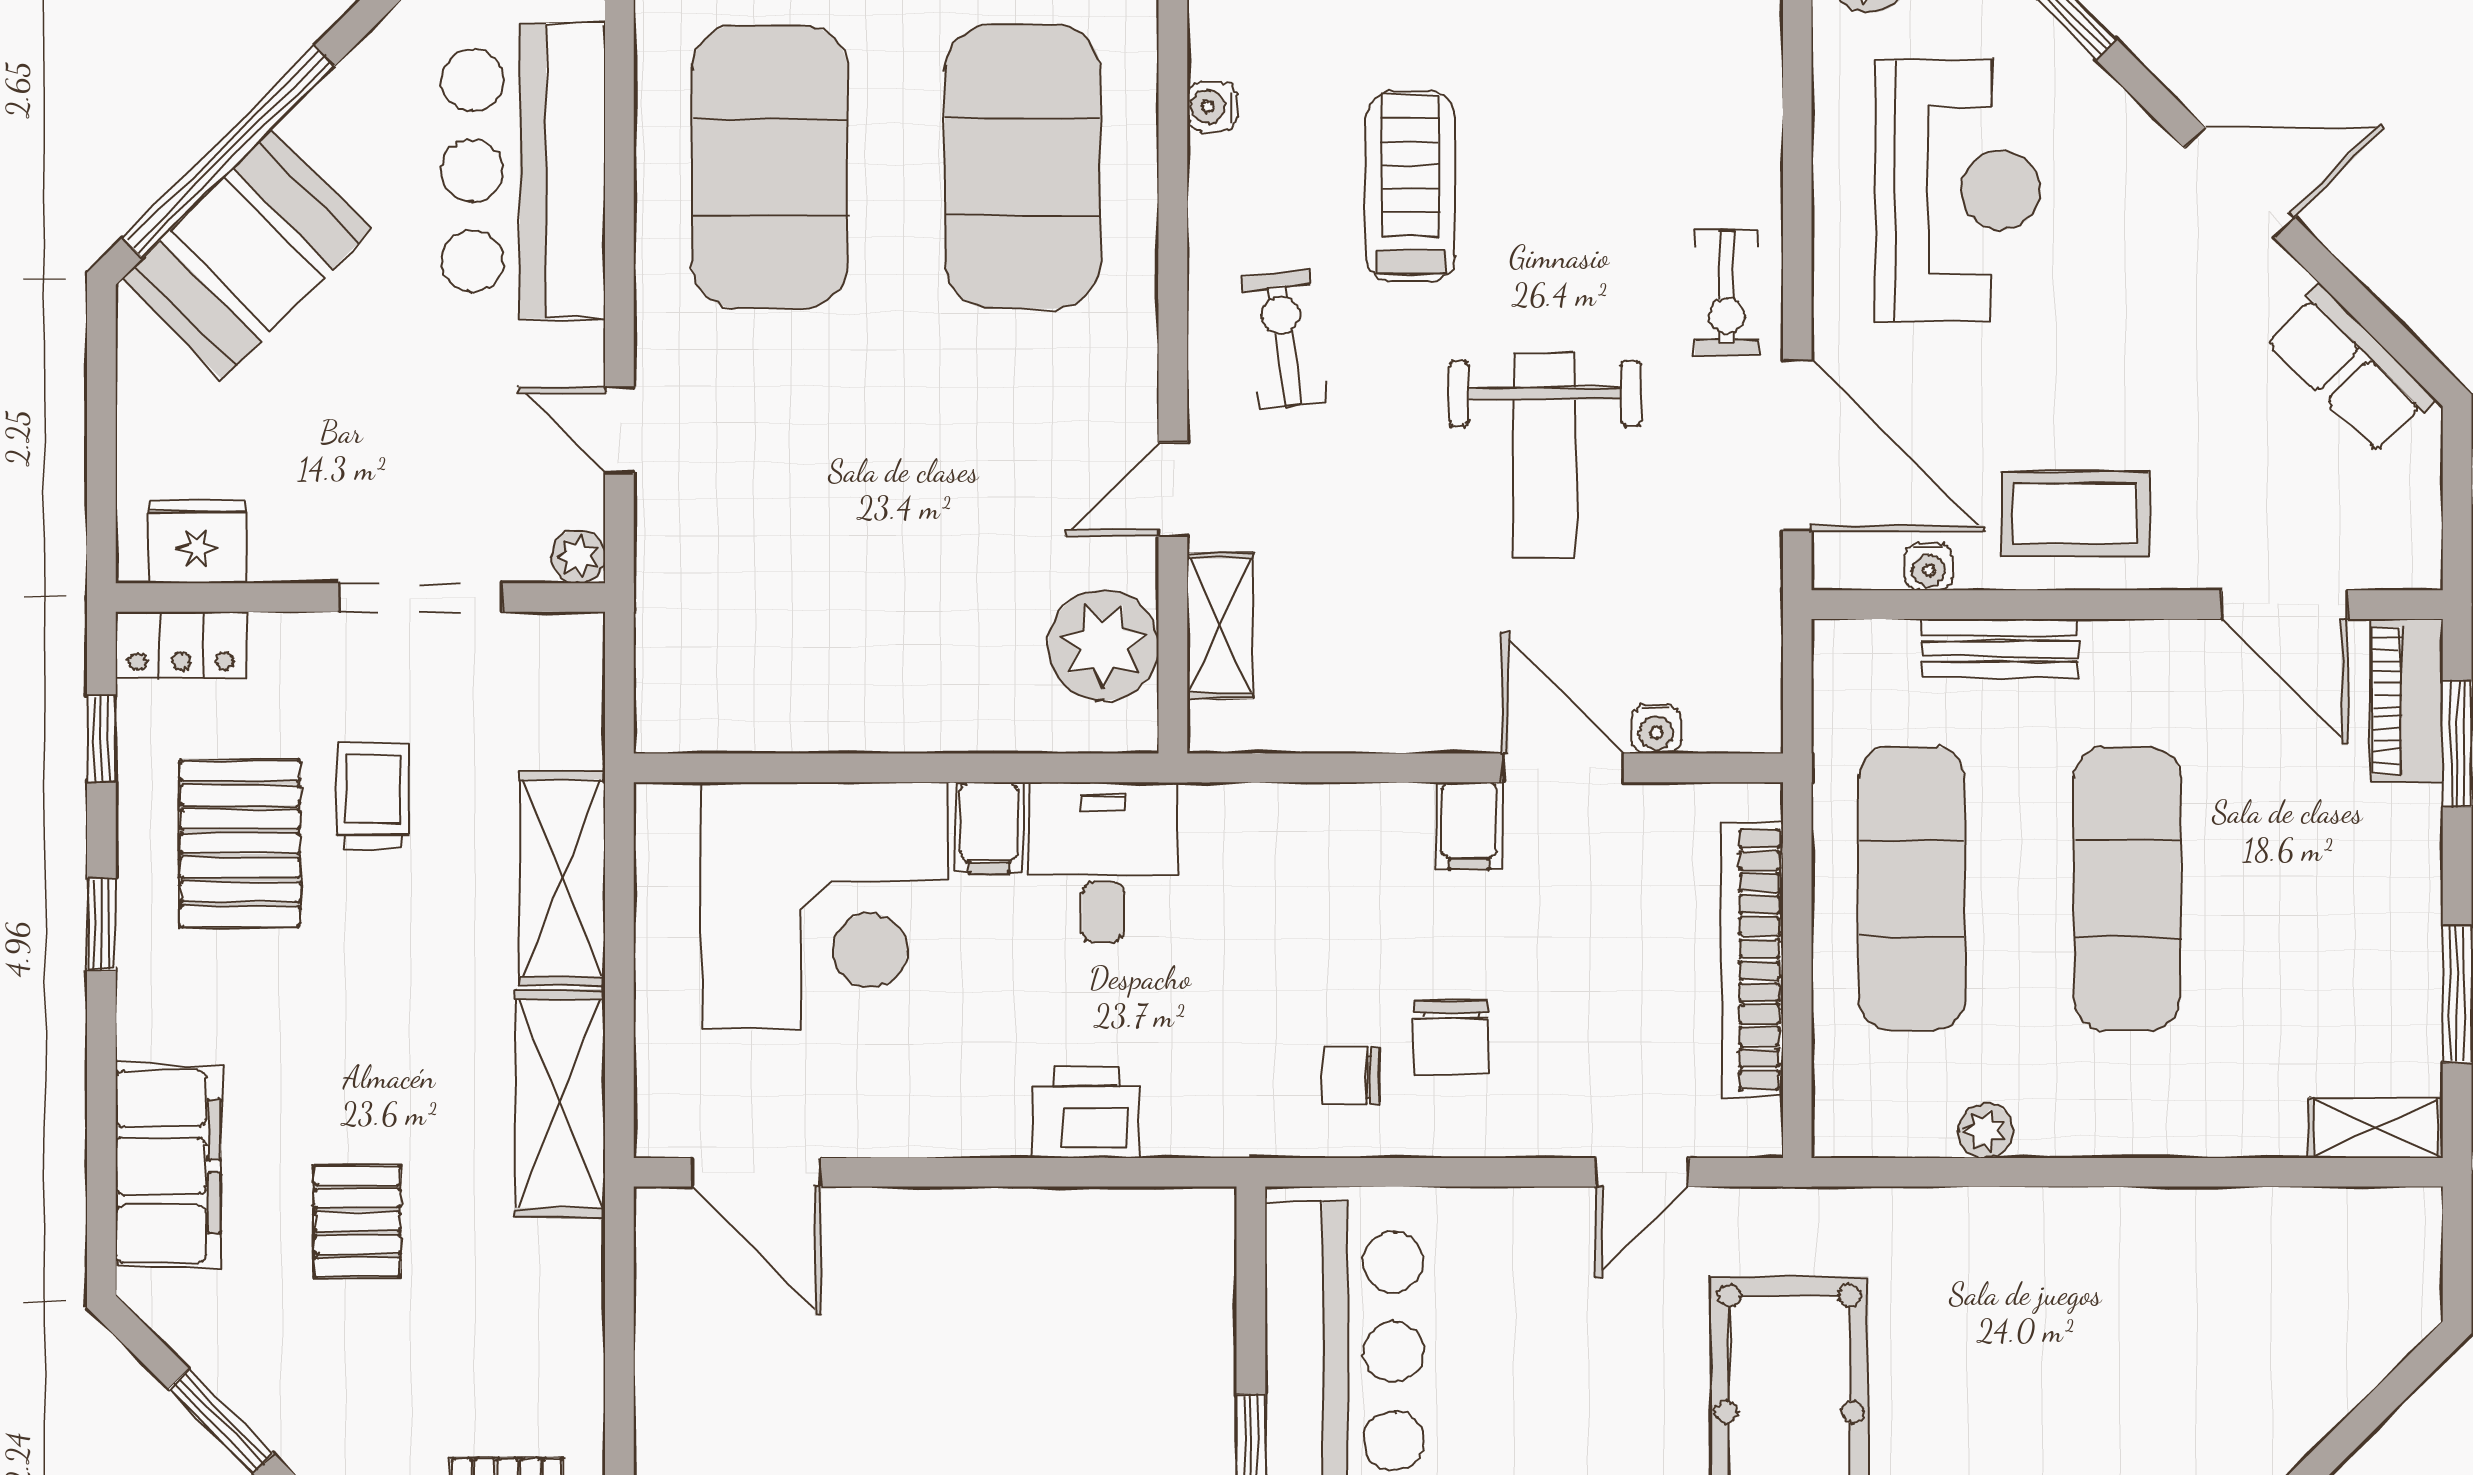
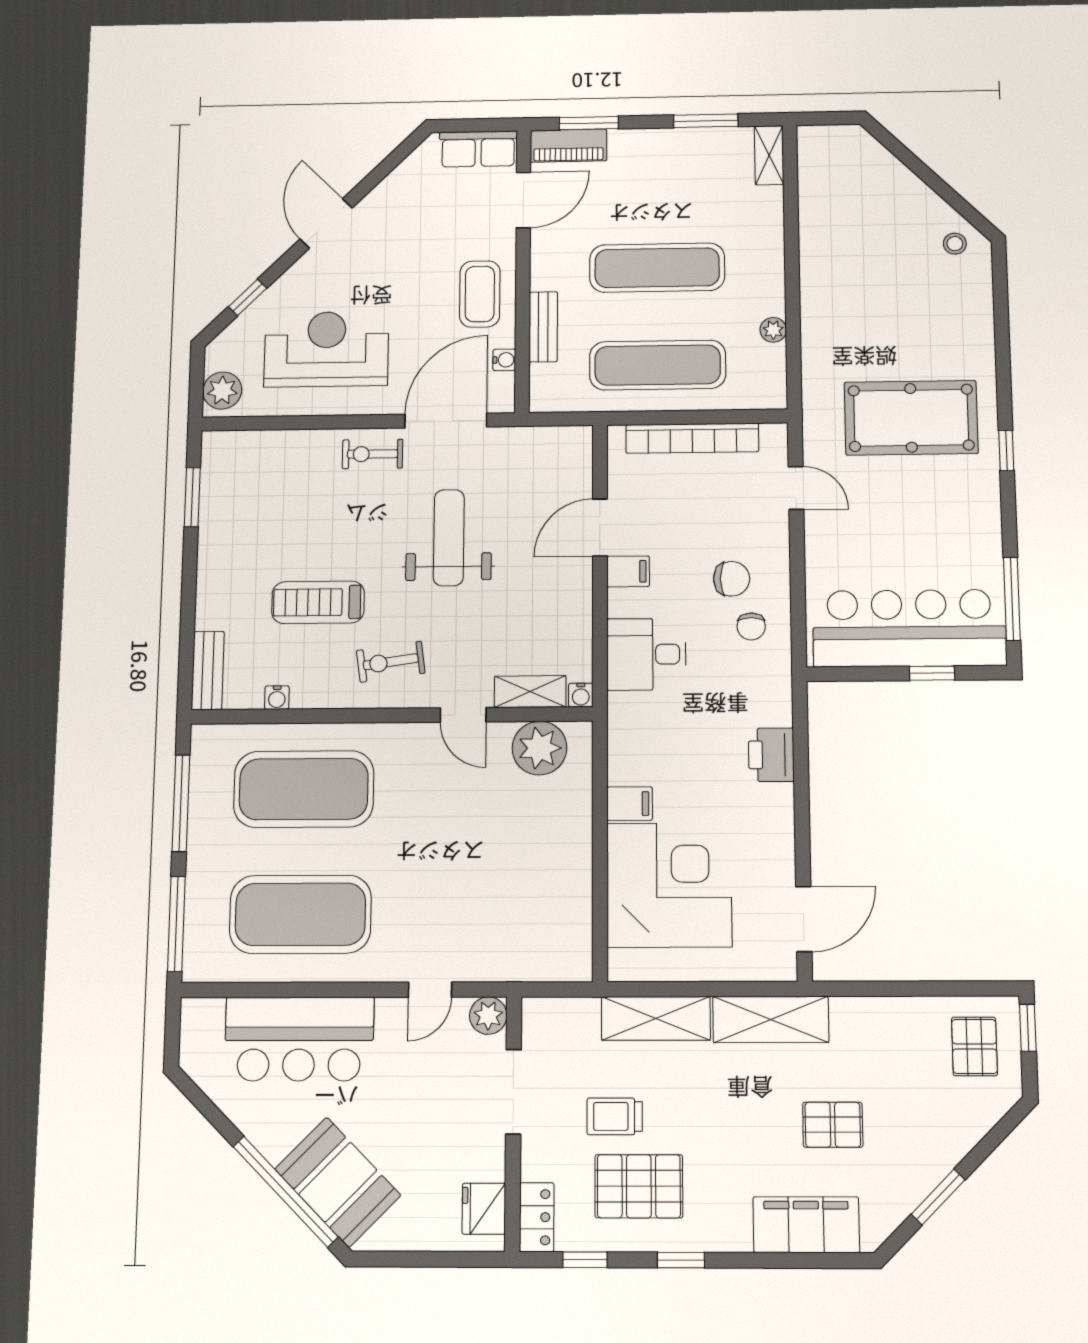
exercise bike: (1727, 293) -> (373, 454), turned 180
row of seats: (2350, 369) -> (478, 149), moved, turned 45
weight bench: (1545, 455) -> (449, 538), turned -90
plant: (578, 557) -> (488, 1016), width x1.38, depth x1.38
water cooler: (1656, 729) -> (581, 695), moved, turned 90
desk: (1103, 862) -> (646, 654), moved

